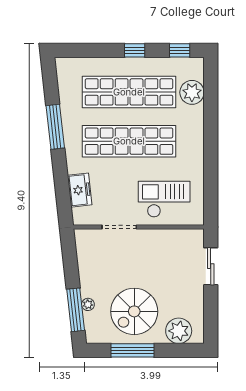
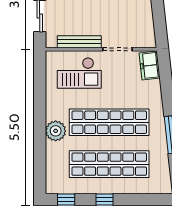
plant: (192, 92) -> (56, 131), moved
freezer: (80, 190) -> (150, 65), moved
bench: (164, 236) -> (79, 42), added

